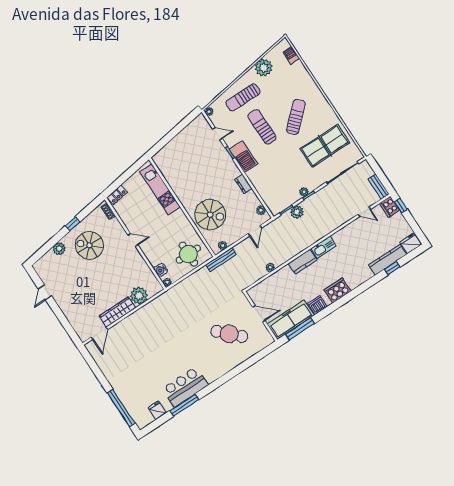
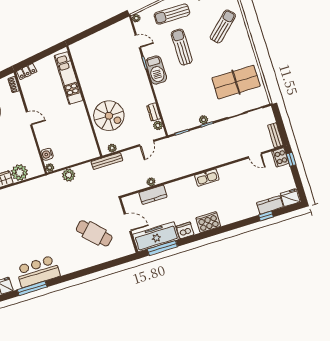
sun lounger: (296, 117) -> (223, 26), moved
dresser: (243, 184) -> (154, 112), moved
plant: (297, 212) -> (69, 175), moved
round table: (188, 254) -> (77, 147), removed
kitchen counter: (388, 260) -> (270, 205), width x0.67
kitchen counter: (303, 262) -> (153, 195), moved

